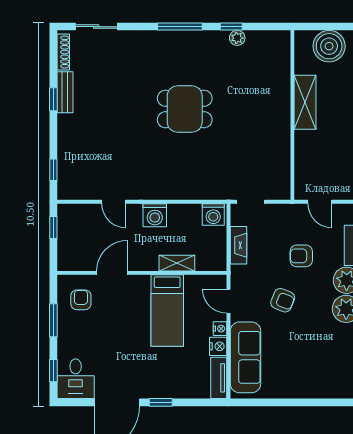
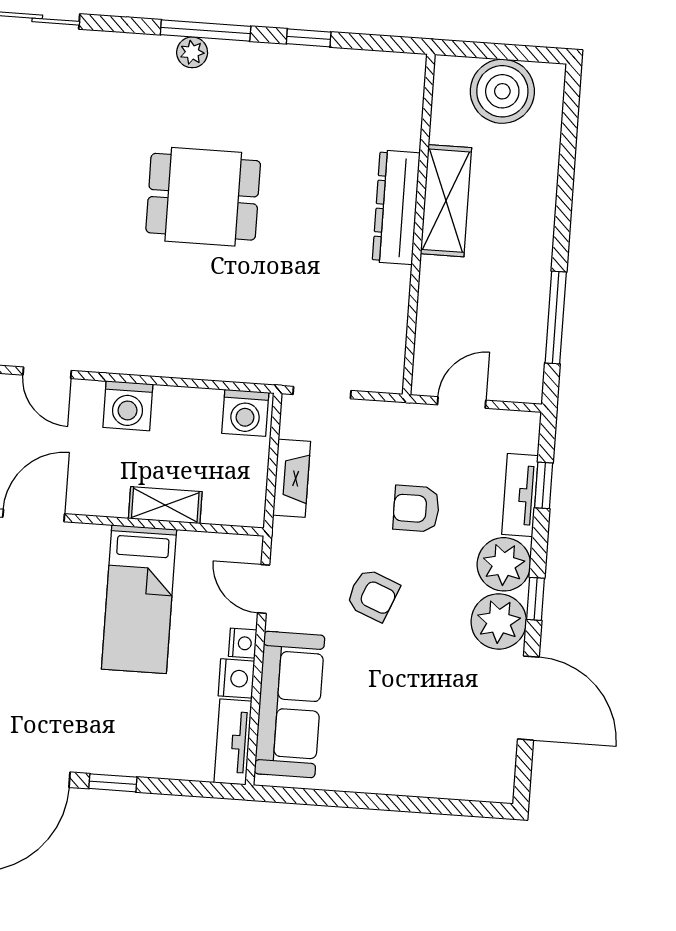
plant: (237, 38) -> (192, 52), moved
dresser: (281, 107) -> (396, 207), added
door: (320, 202) -> (462, 403), swing flipped

